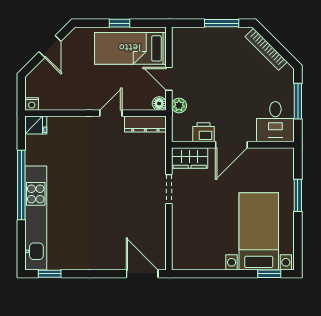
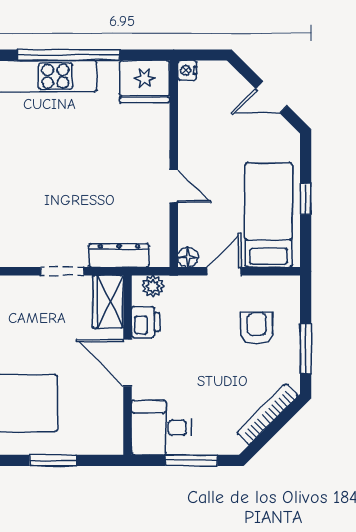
armchair: (208, 56) -> (257, 328), added
plant: (179, 106) -> (153, 286), moved
dresser: (145, 124) -> (119, 255), moved, turned 90
fridge: (36, 125) -> (145, 82), width x1.88, depth x1.34

